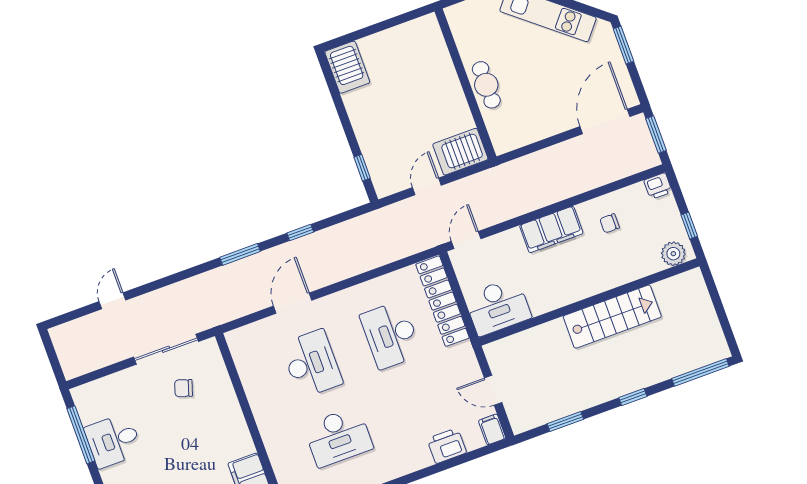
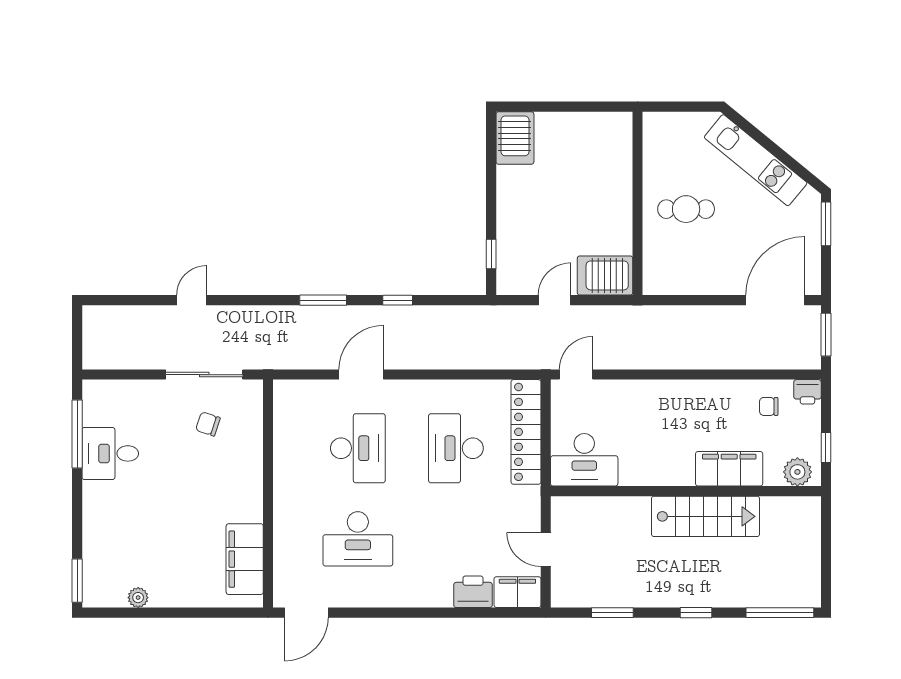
cafe table: (486, 85) -> (686, 209), moved, turned 90
chair: (610, 223) -> (769, 406), moved
filing cabinet: (551, 229) -> (729, 469), moved, turned 180
door: (112, 301) -> (192, 300), moved
filing cabinet: (492, 429) -> (517, 592), width x2.00

